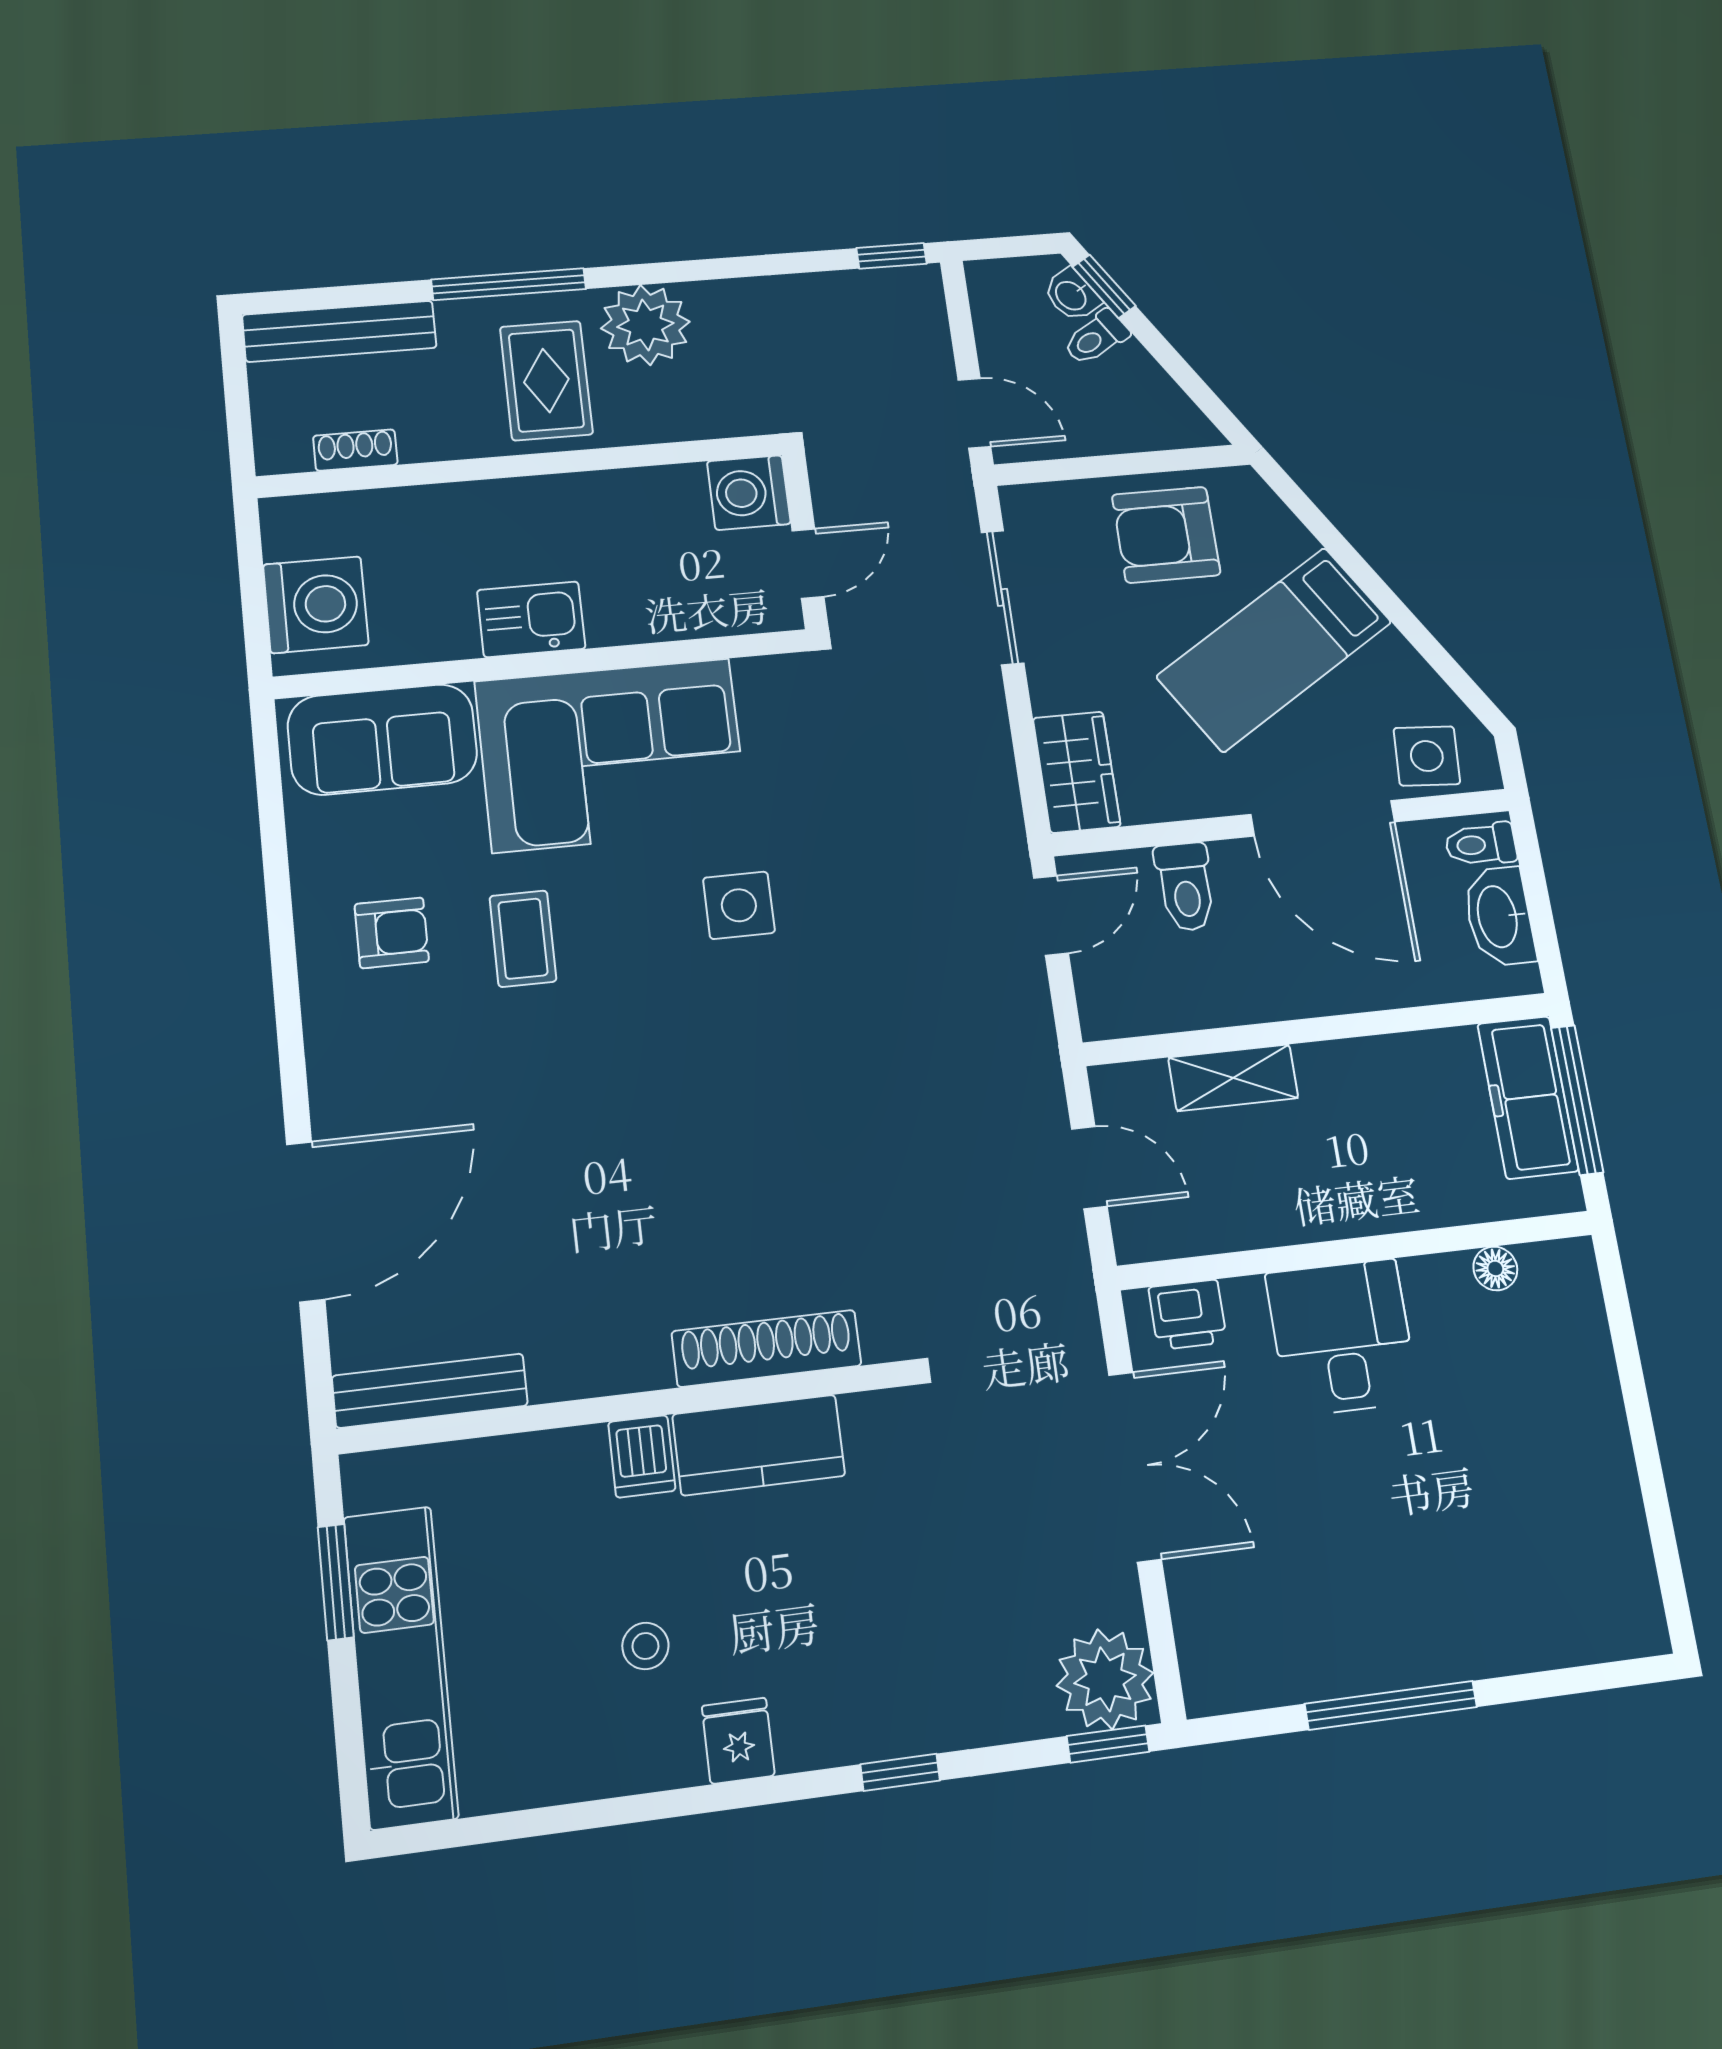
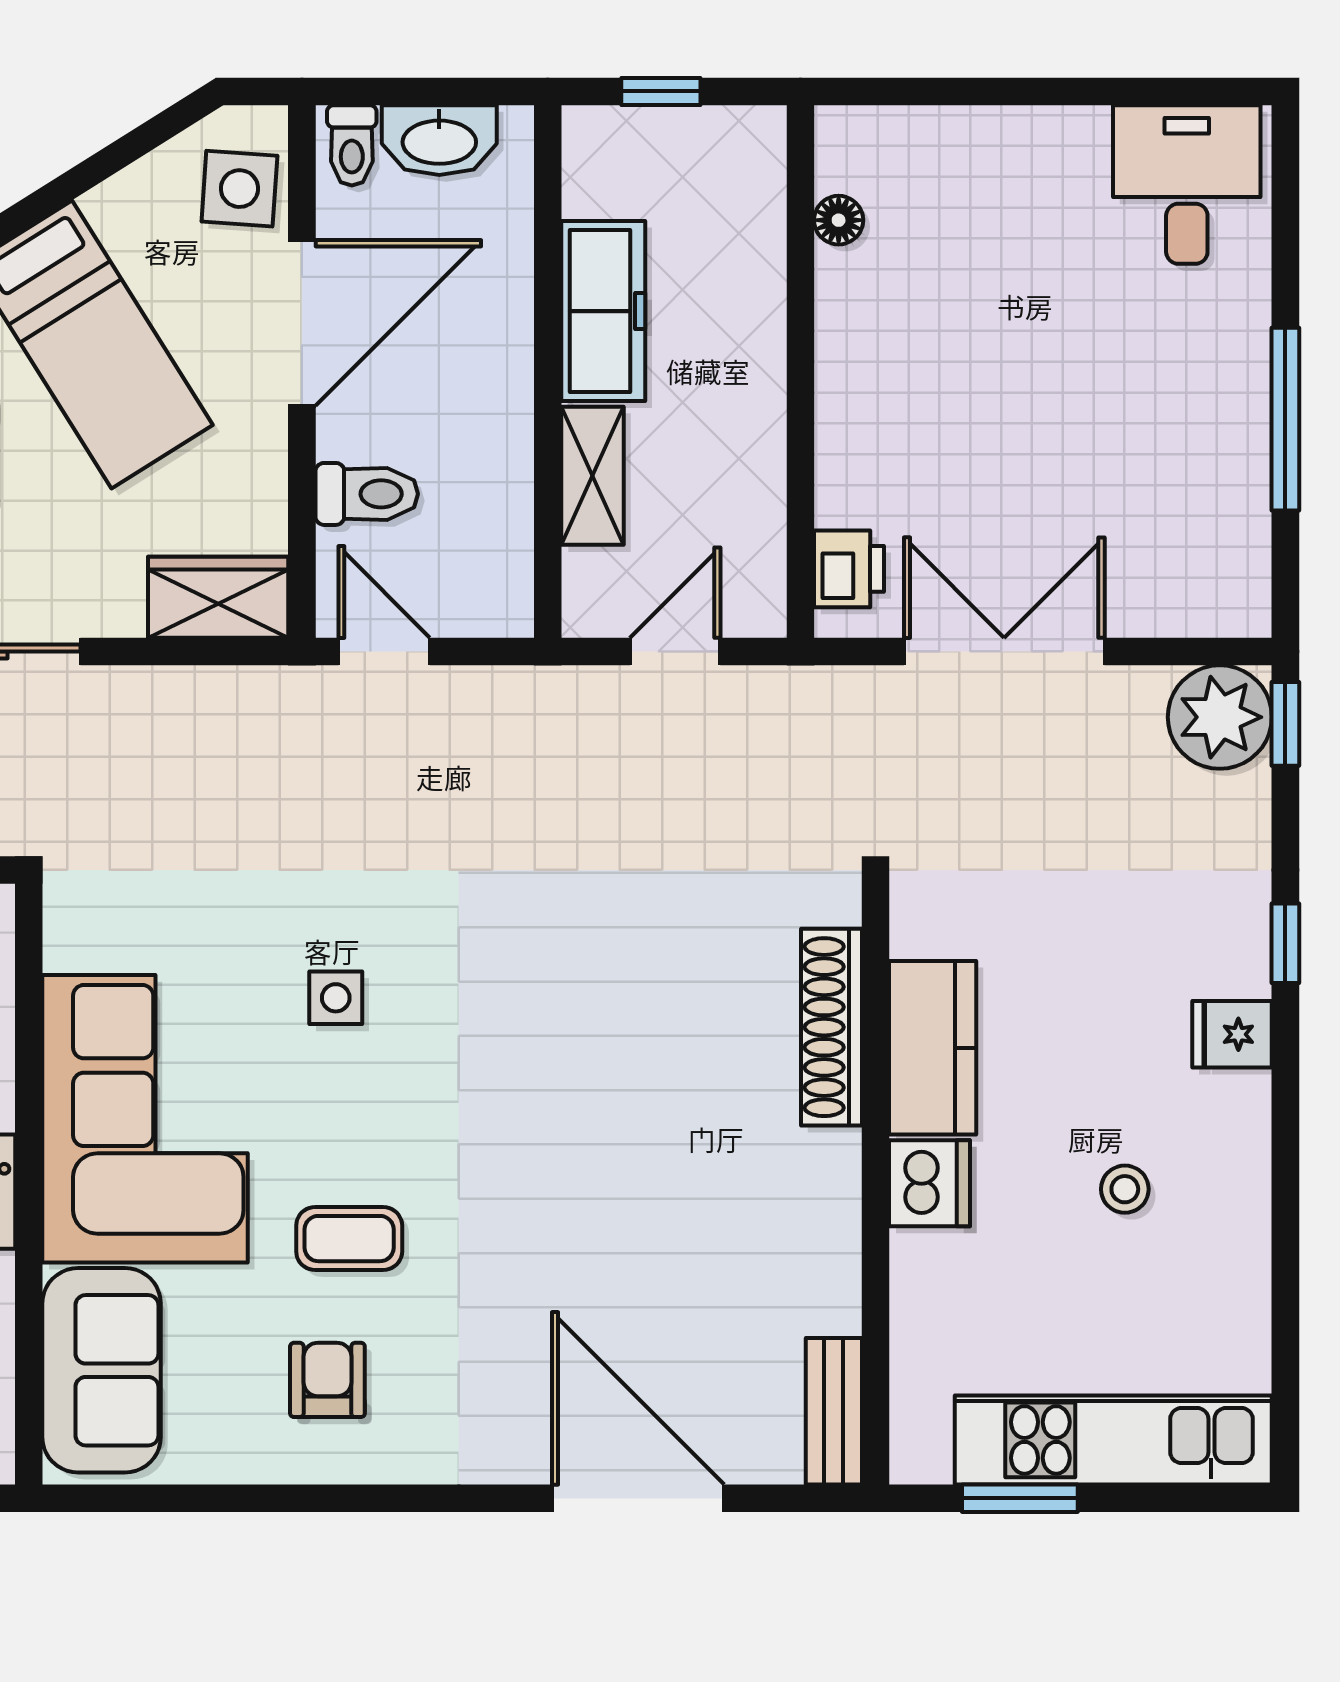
side table: (739, 905) -> (336, 998), width x0.73, depth x0.73
freezer: (1528, 1097) -> (603, 311), moved, turned -90
window: (1577, 1100) -> (661, 91), width x0.46
desk: (1342, 1337) -> (1187, 185), moved, turned 90
bench: (430, 1391) -> (834, 1411), width x0.73
dishwasher: (642, 1456) -> (930, 1183), width x1.38
fridge: (738, 1741) -> (1232, 1034), moved

